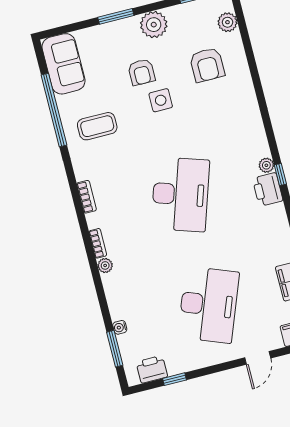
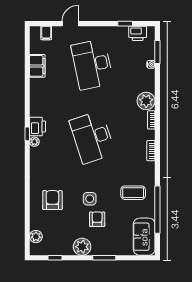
armchair: (207, 65) -> (52, 200), moved
desk: (180, 194) -> (92, 137), turned -36
plant: (105, 265) -> (146, 101), width x1.88, depth x1.88
desk: (209, 305) -> (92, 64), turned -33

